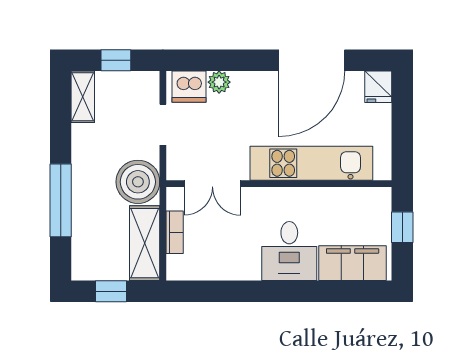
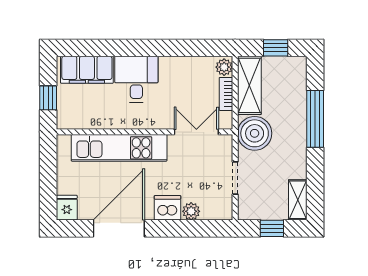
dishwasher: (189, 87) -> (167, 208), moved
plant: (177, 267) -> (224, 67), added

